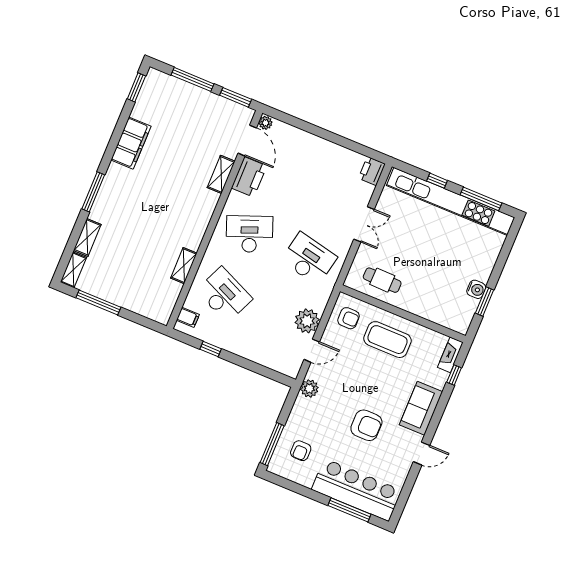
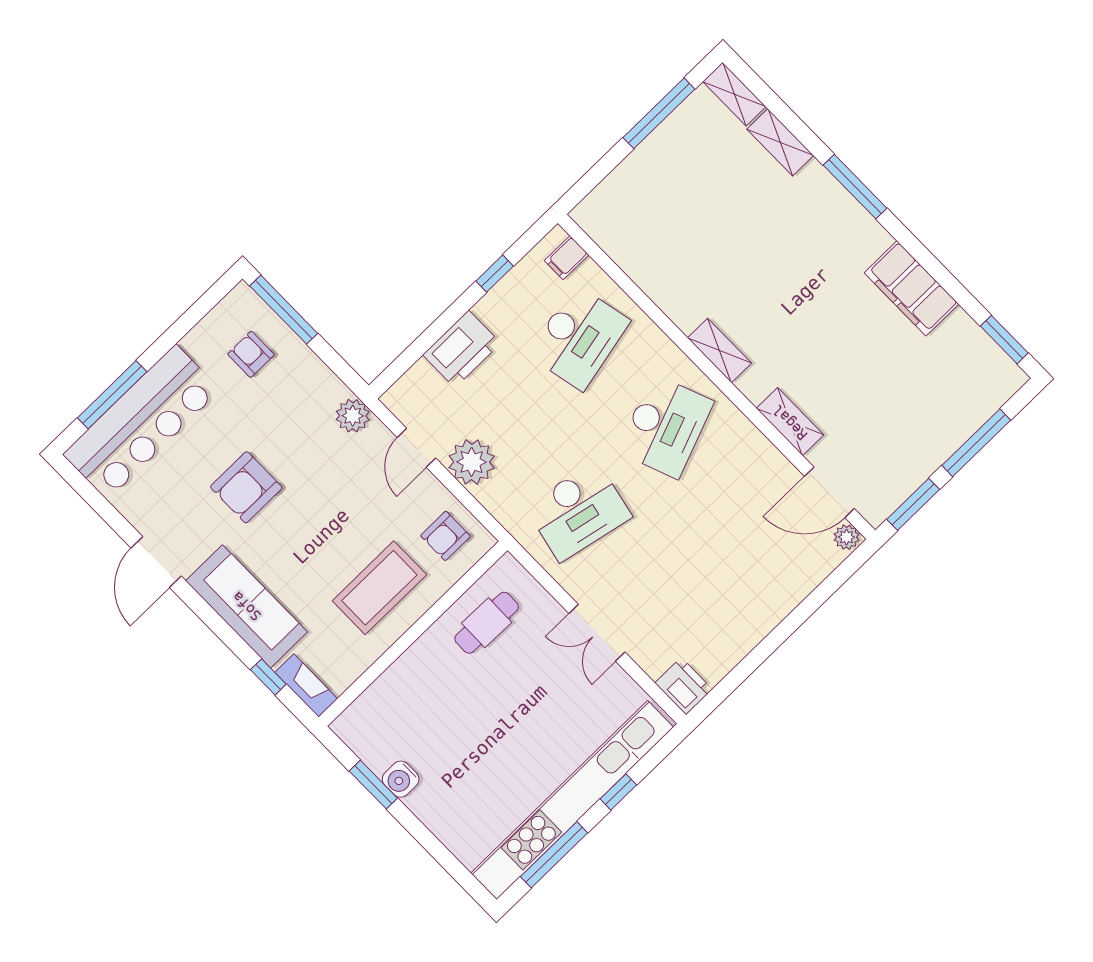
printer: (249, 177) -> (462, 349), moved, turned -90
shelving: (184, 266) -> (719, 351), moved
desk: (224, 295) -> (579, 338), turned -36
sofa: (421, 408) -> (247, 606), width x1.36
door: (422, 454) -> (156, 562), width x1.37

